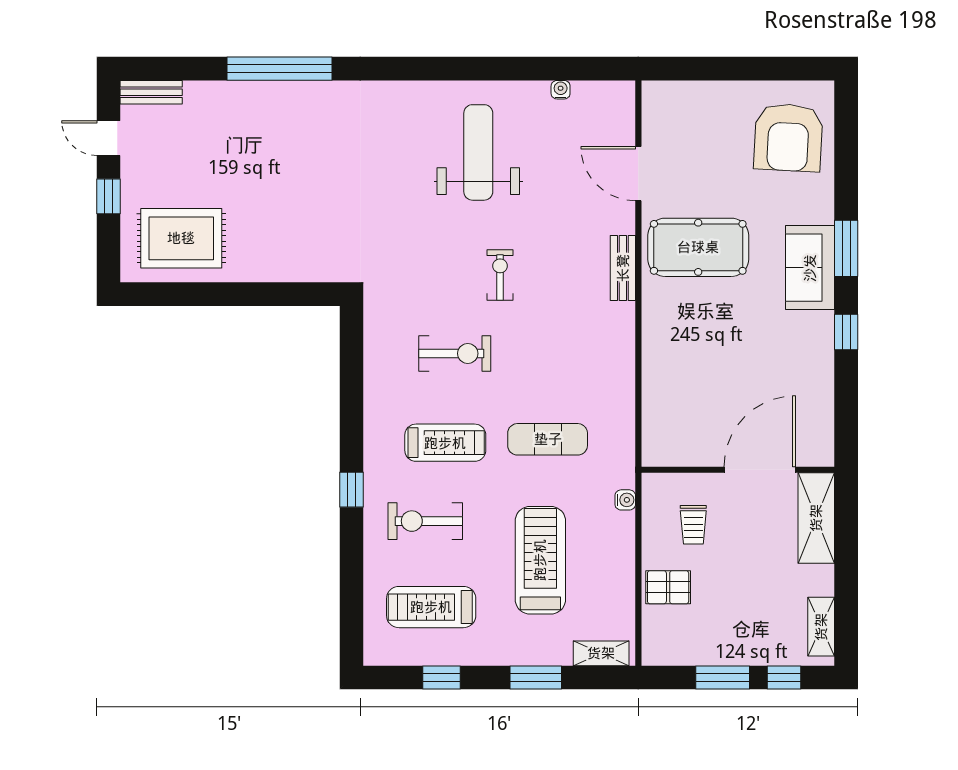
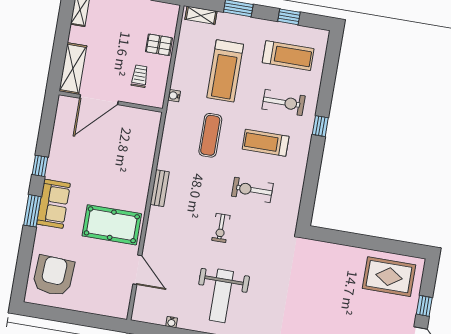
bench: (623, 268) -> (160, 188), moved
exercise mat: (548, 439) -> (210, 135), turned 90

